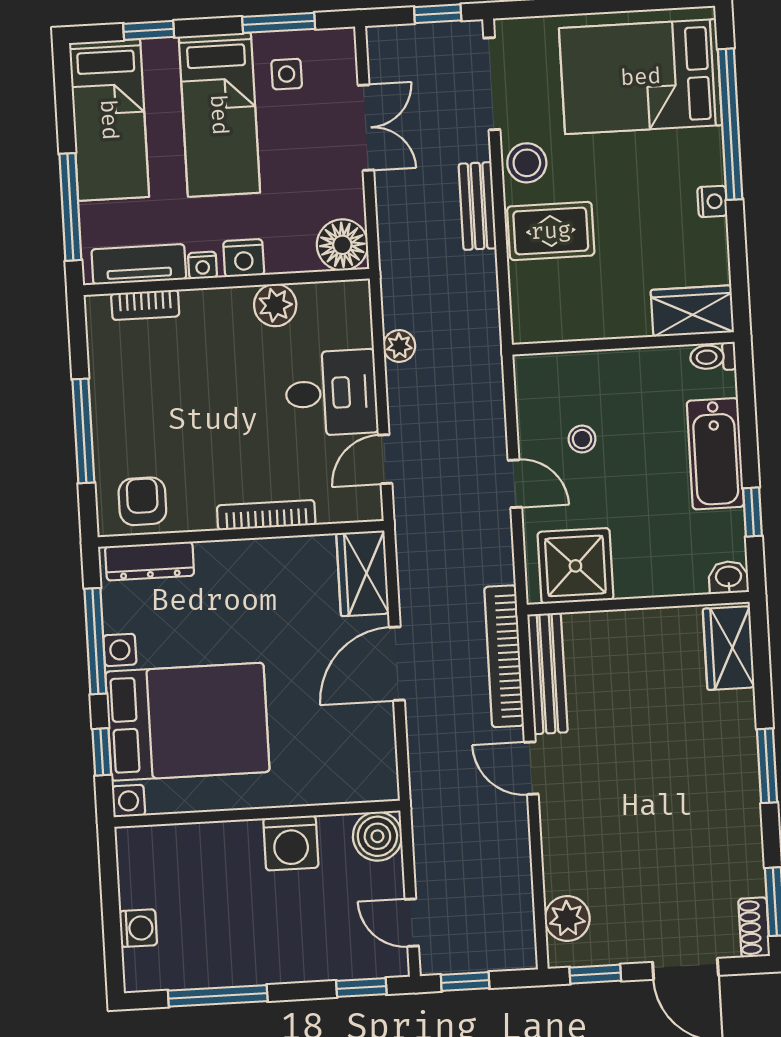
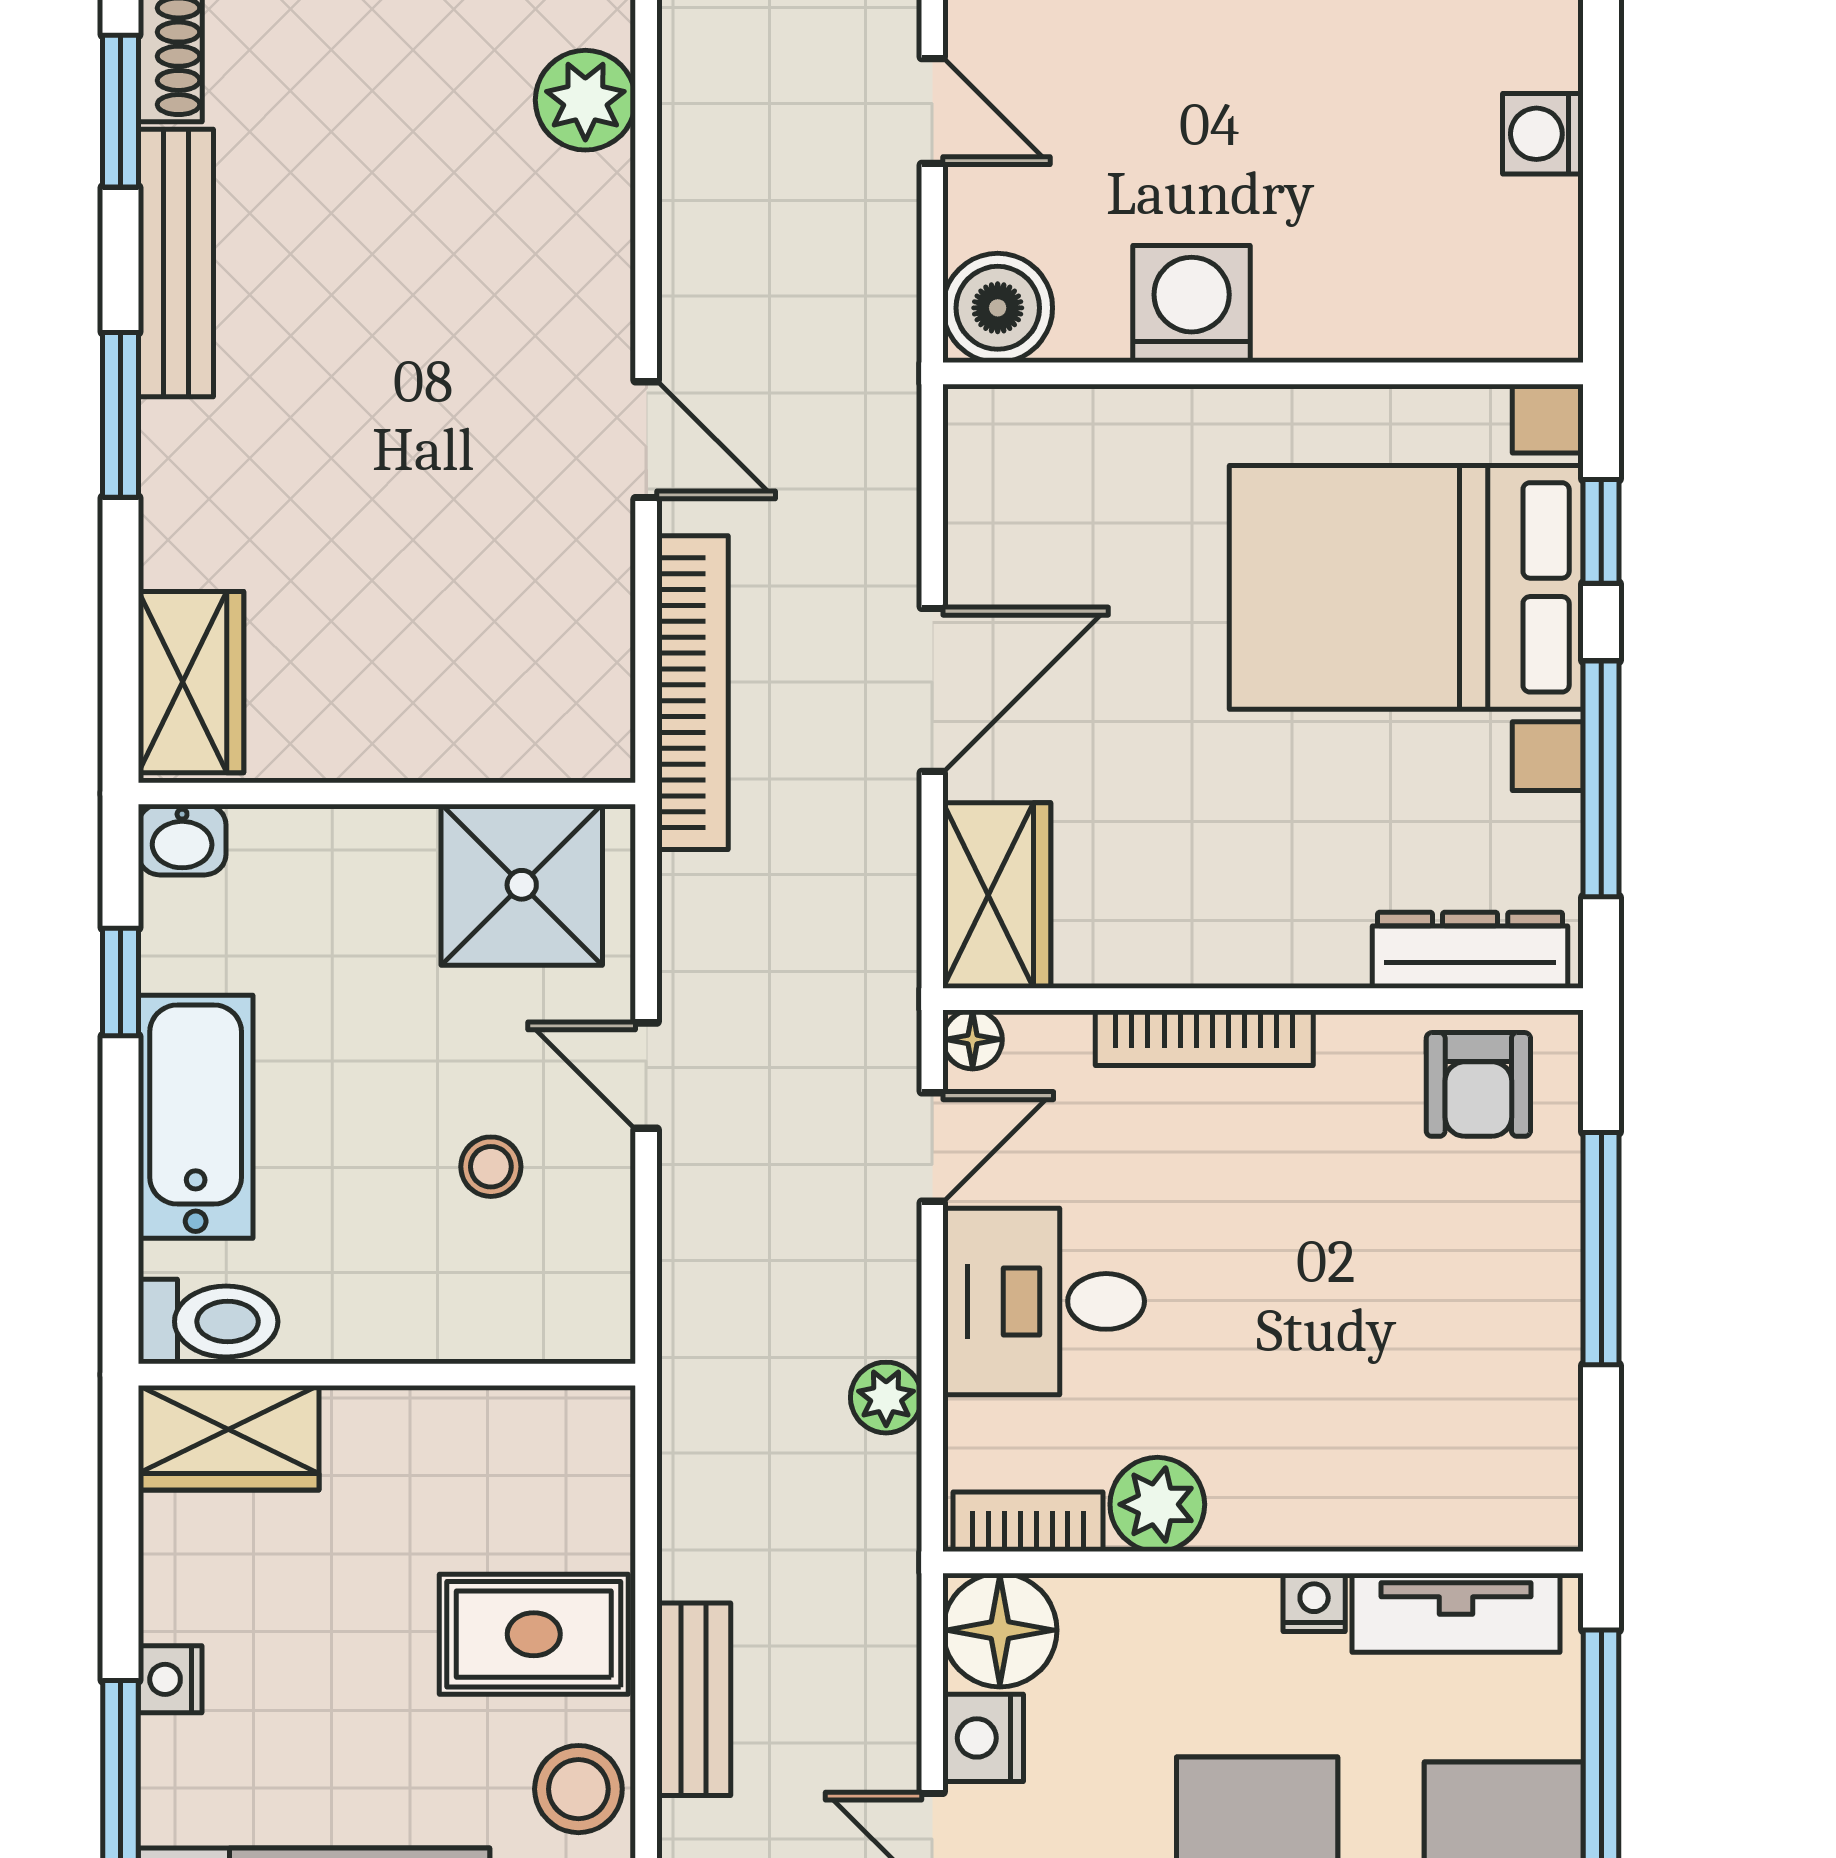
nightstand: (244, 258) -> (983, 1738), moved, turned -90
bookcase: (145, 305) -> (1028, 1522), moved
toilet: (713, 357) -> (208, 1322), width x1.37, depth x1.39
floor lamp: (370, 508) -> (973, 1039), added
bench: (547, 673) -> (176, 263), moved

